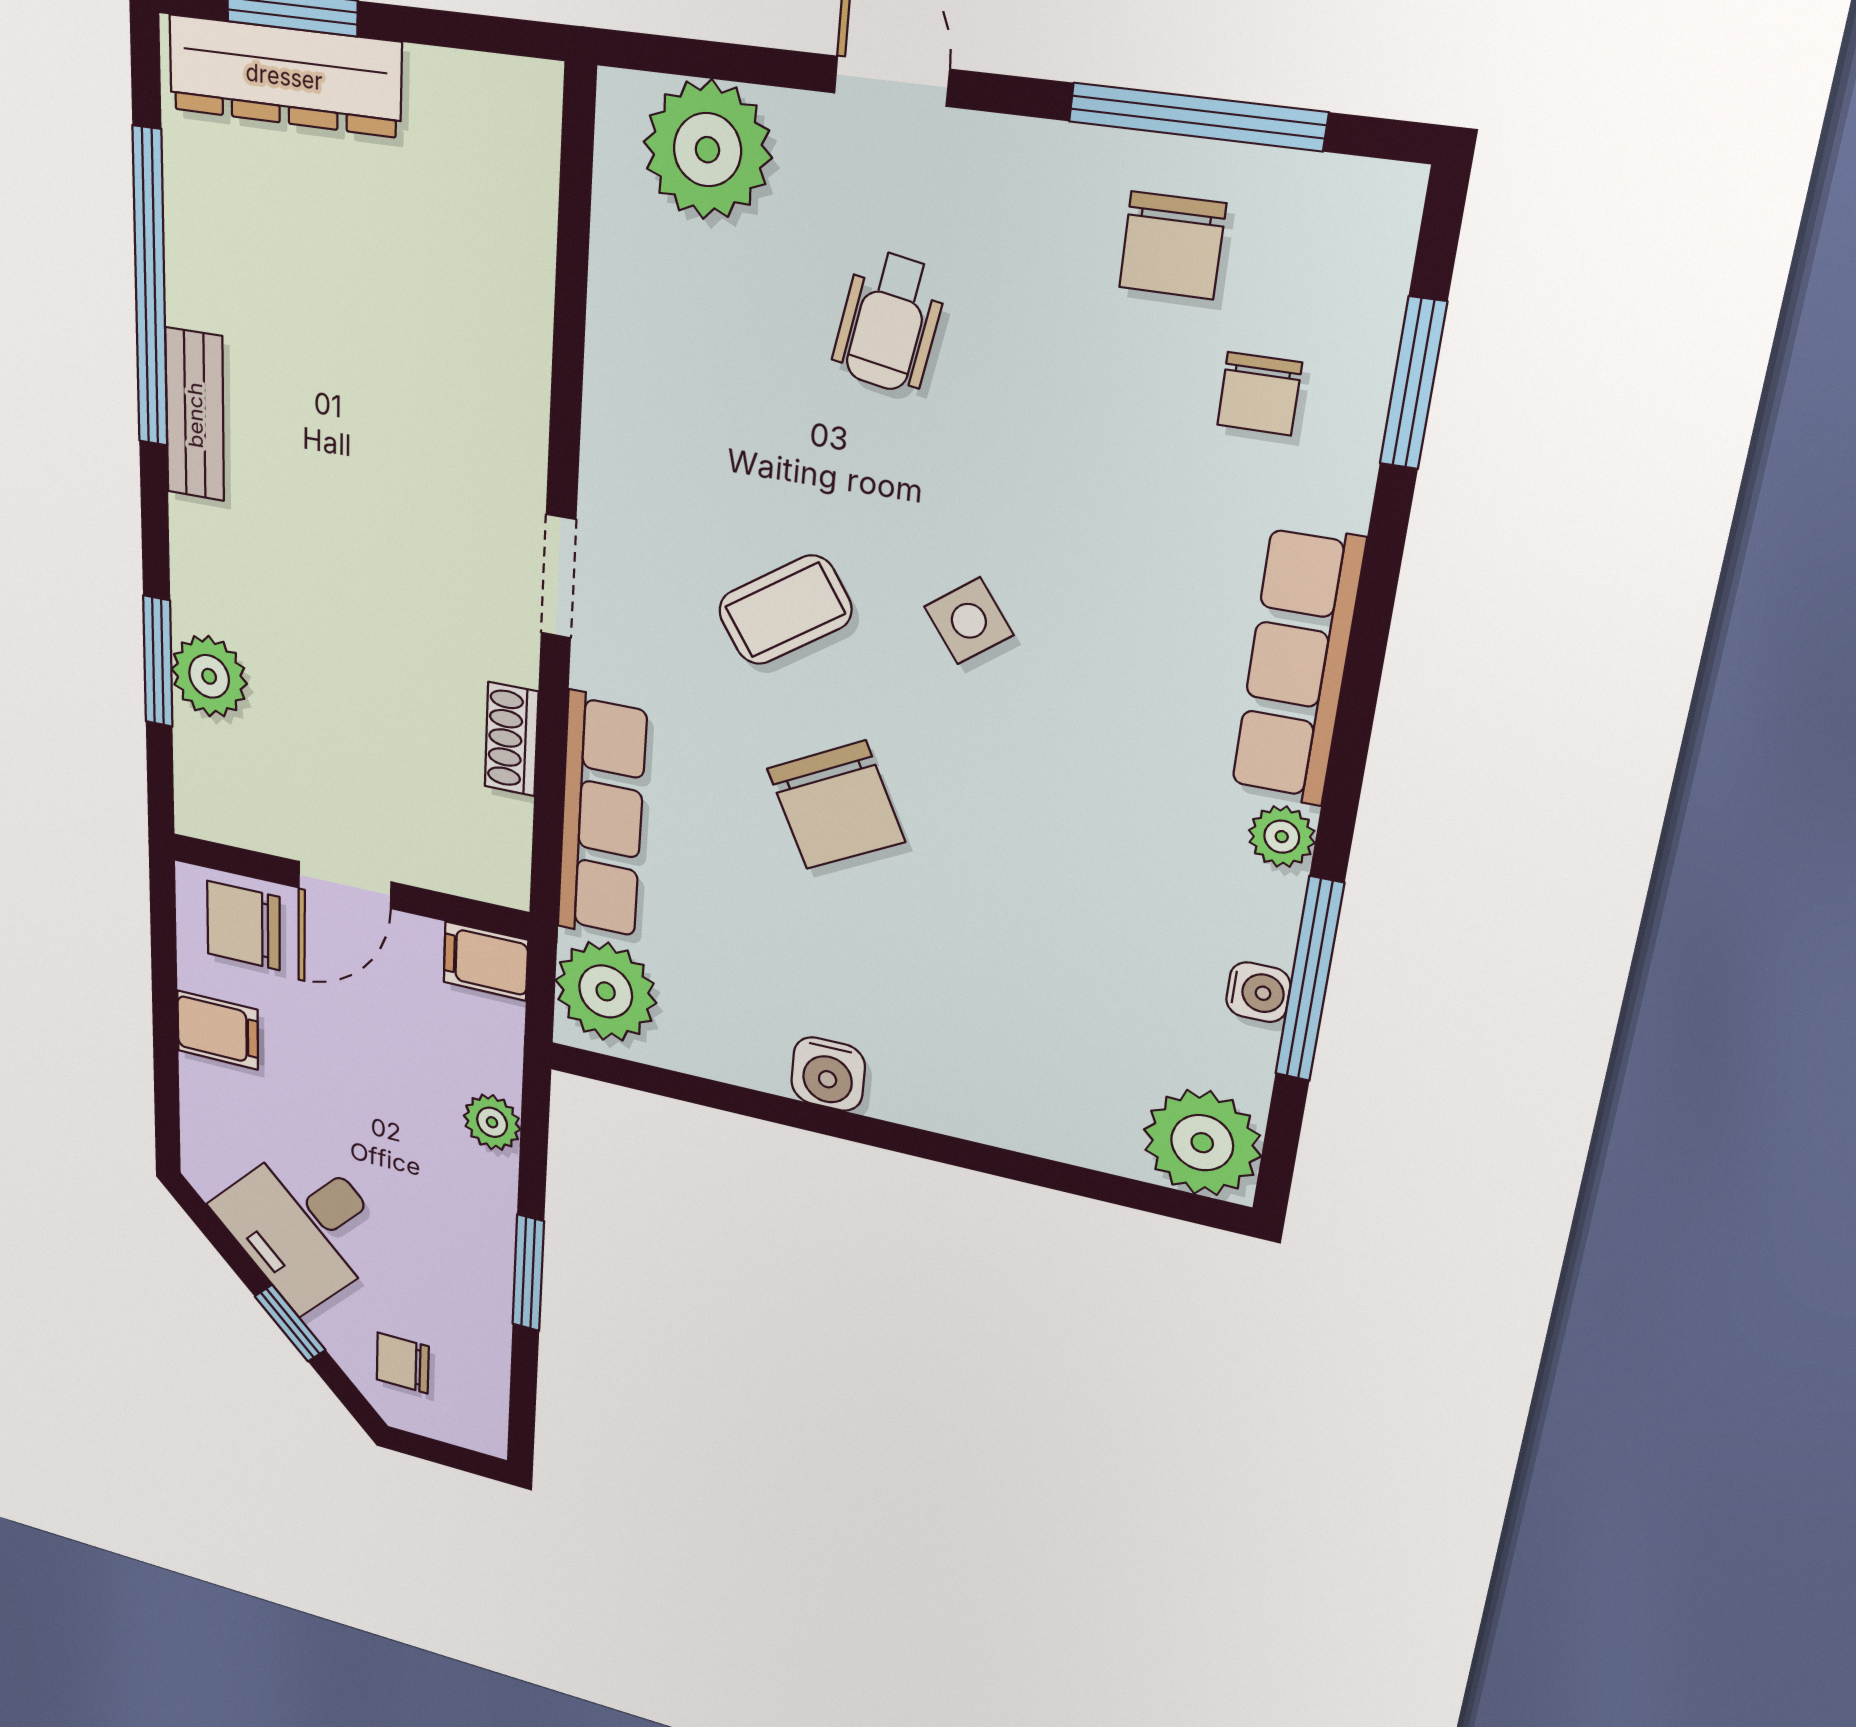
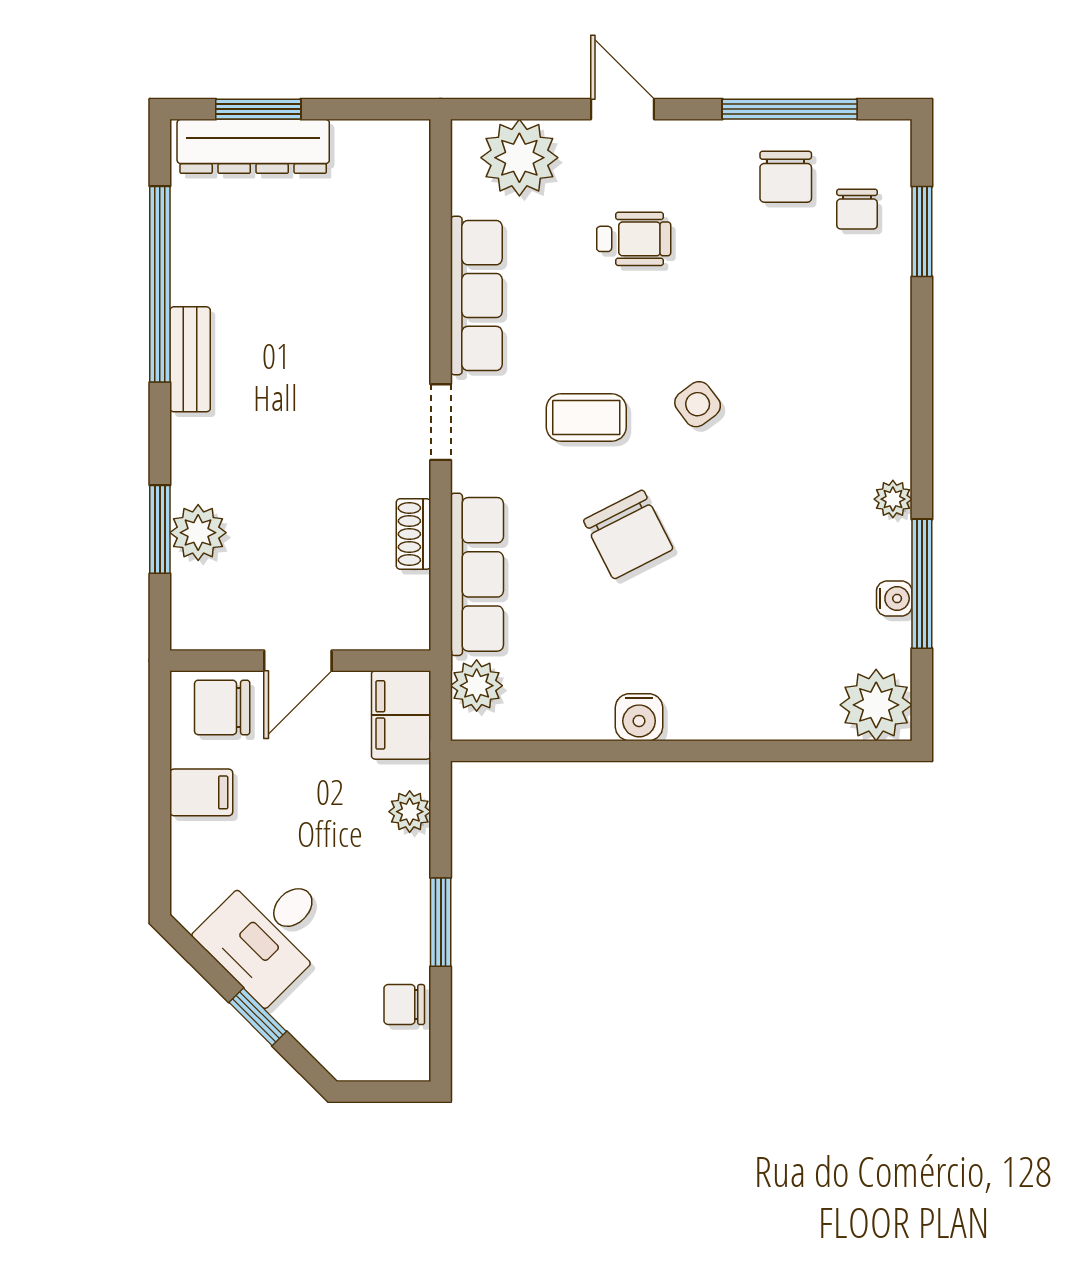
wheelchair: (889, 322) -> (634, 239), turned -100
chair: (1259, 394) -> (857, 209), moved
coffee table: (785, 610) -> (586, 418), turned 34
row of seats: (1297, 666) -> (476, 296), moved, turned 180
filing cabinet: (486, 961) -> (401, 715), width x2.00
plant: (606, 991) -> (477, 686), width x0.73, depth x0.73
chair: (403, 1363) -> (404, 1005), moved

